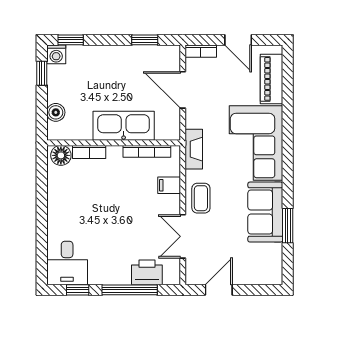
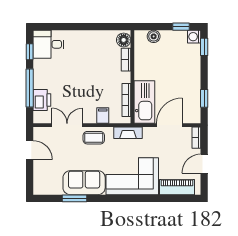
kitchen sink: (124, 126) -> (144, 102), moved

